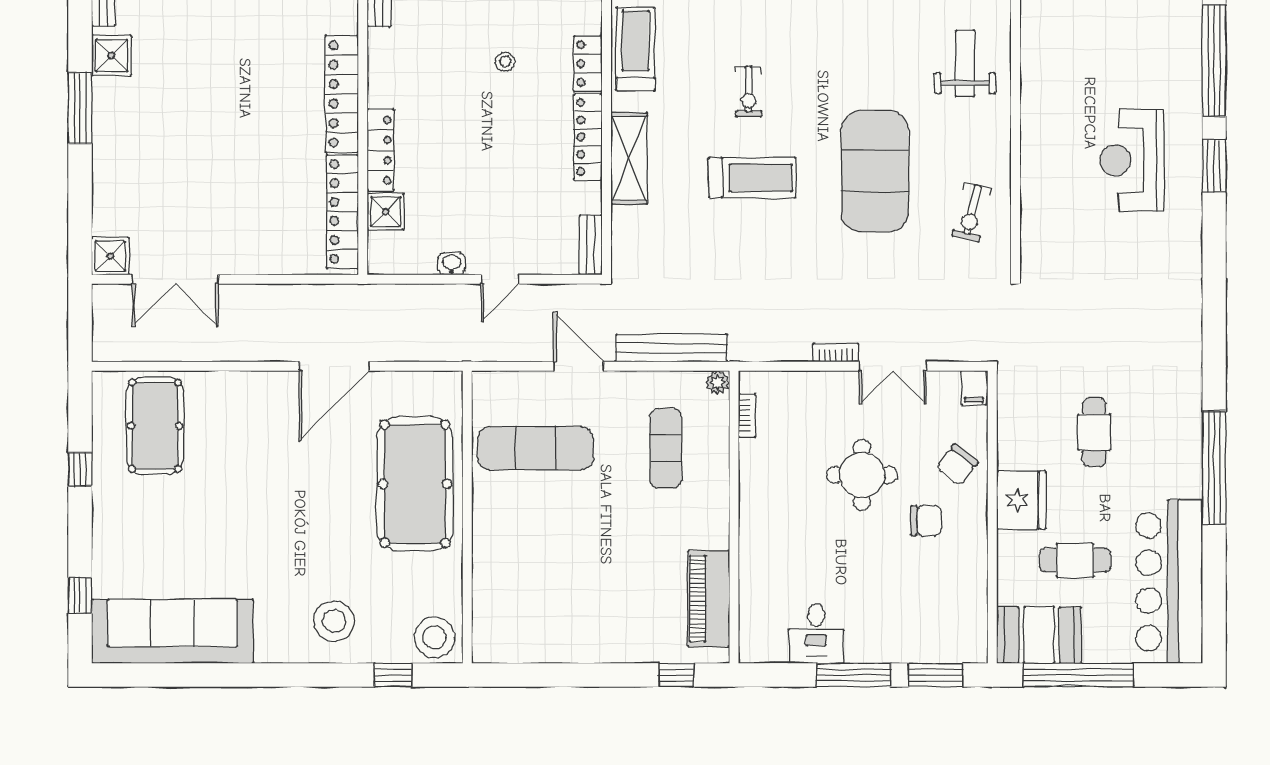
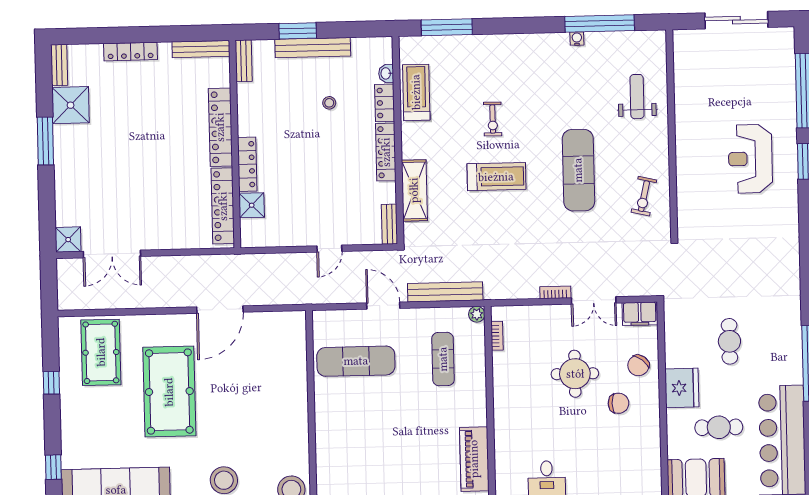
shower: (112, 56) -> (71, 105), width x1.36, depth x1.36
shelving: (629, 158) -> (414, 190), moved
exercise mat: (875, 171) -> (578, 170), width x0.68
washbasin: (452, 264) -> (386, 73), moved, turned -90
filing cabinet: (974, 388) -> (640, 314), width x2.00
pool table: (415, 484) -> (169, 392), moved

